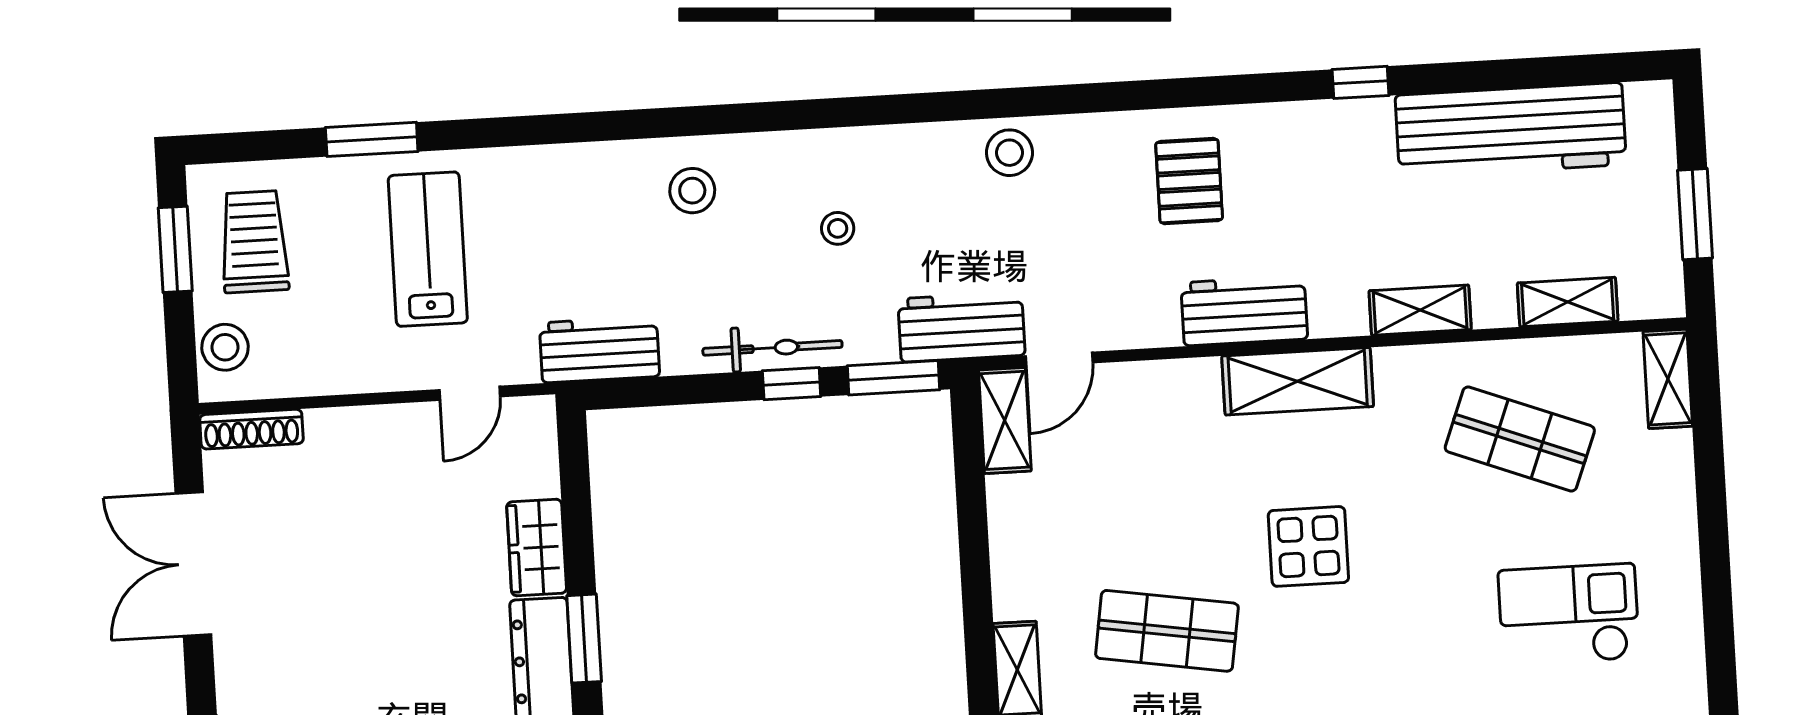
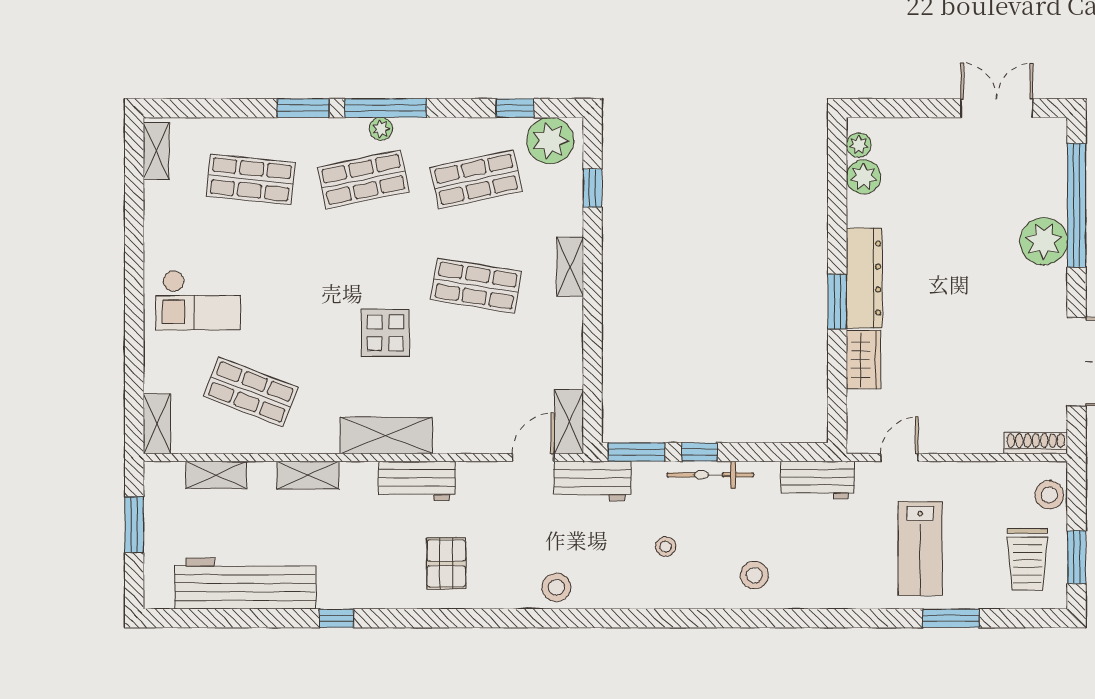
checkout: (1569, 614) -> (198, 300), moved

